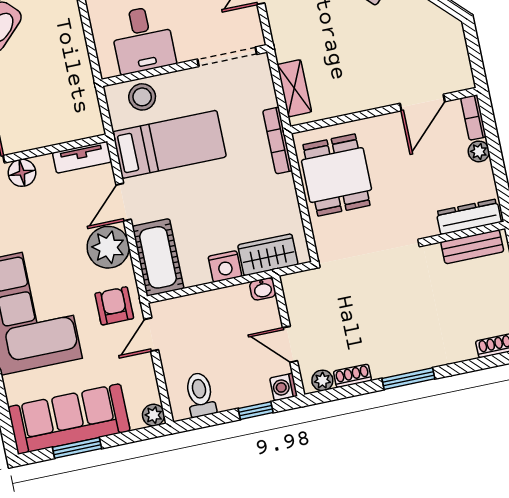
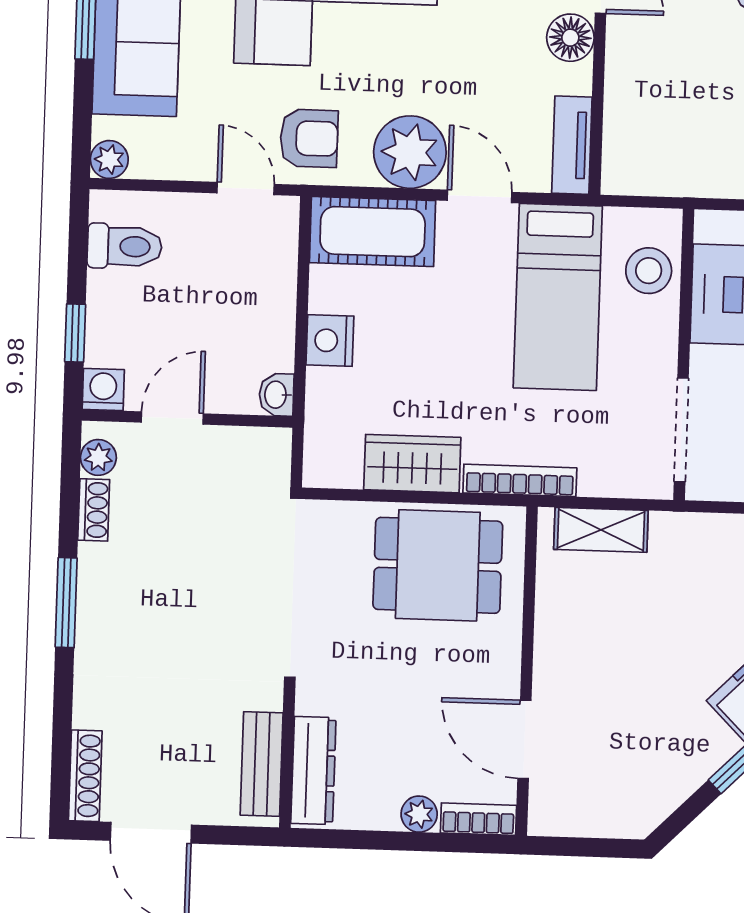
wardrobe: (268, 255) -> (412, 464), moved, turned -90

